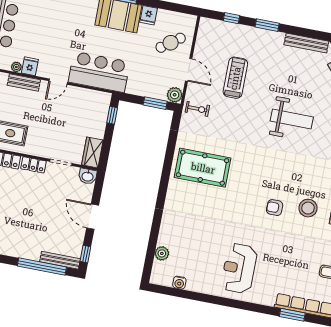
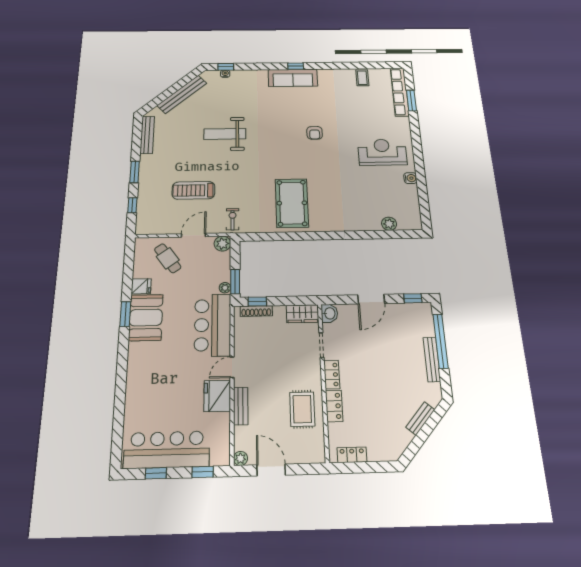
fridge: (30, 66) -> (217, 396), width x1.88, depth x1.34
plant: (16, 67) -> (225, 288), moved
door: (58, 82) -> (232, 367), swing flipped
window: (155, 103) -> (235, 282), moved
shoe rack: (104, 112) -> (256, 311), added
weight bench: (292, 119) -> (225, 134), turned -90
stool: (308, 208) -> (307, 105), removed
bench: (60, 260) -> (432, 359), moved
reception desk: (239, 268) -> (382, 152), turned 180
water cooler: (179, 283) -> (410, 178), moved

